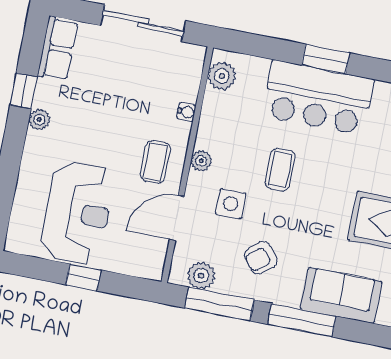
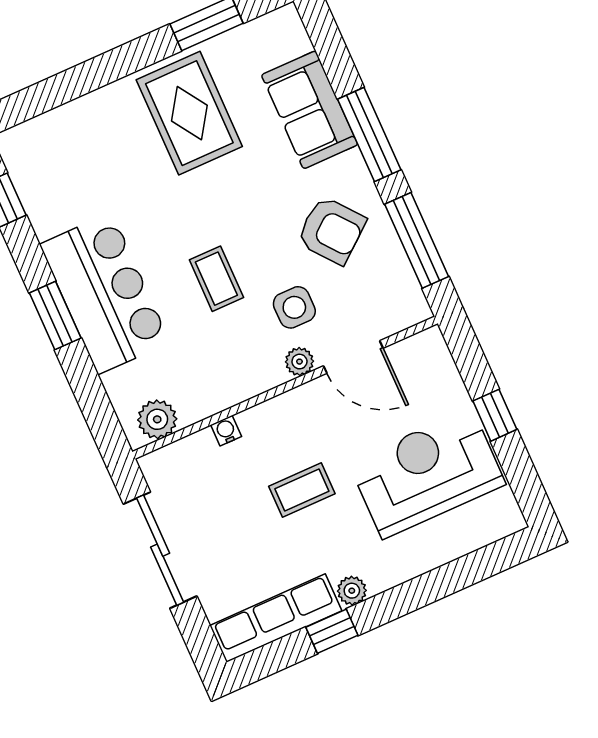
row of seats: (58, 49) -> (276, 618), width x1.48
plant: (201, 161) -> (299, 362), moved
coffee table: (155, 162) -> (302, 490), moved
coffee table: (280, 170) -> (216, 279), turned 90
armchair: (261, 258) -> (331, 230), width x1.38, depth x1.38
plant: (201, 276) -> (399, 284), removed

